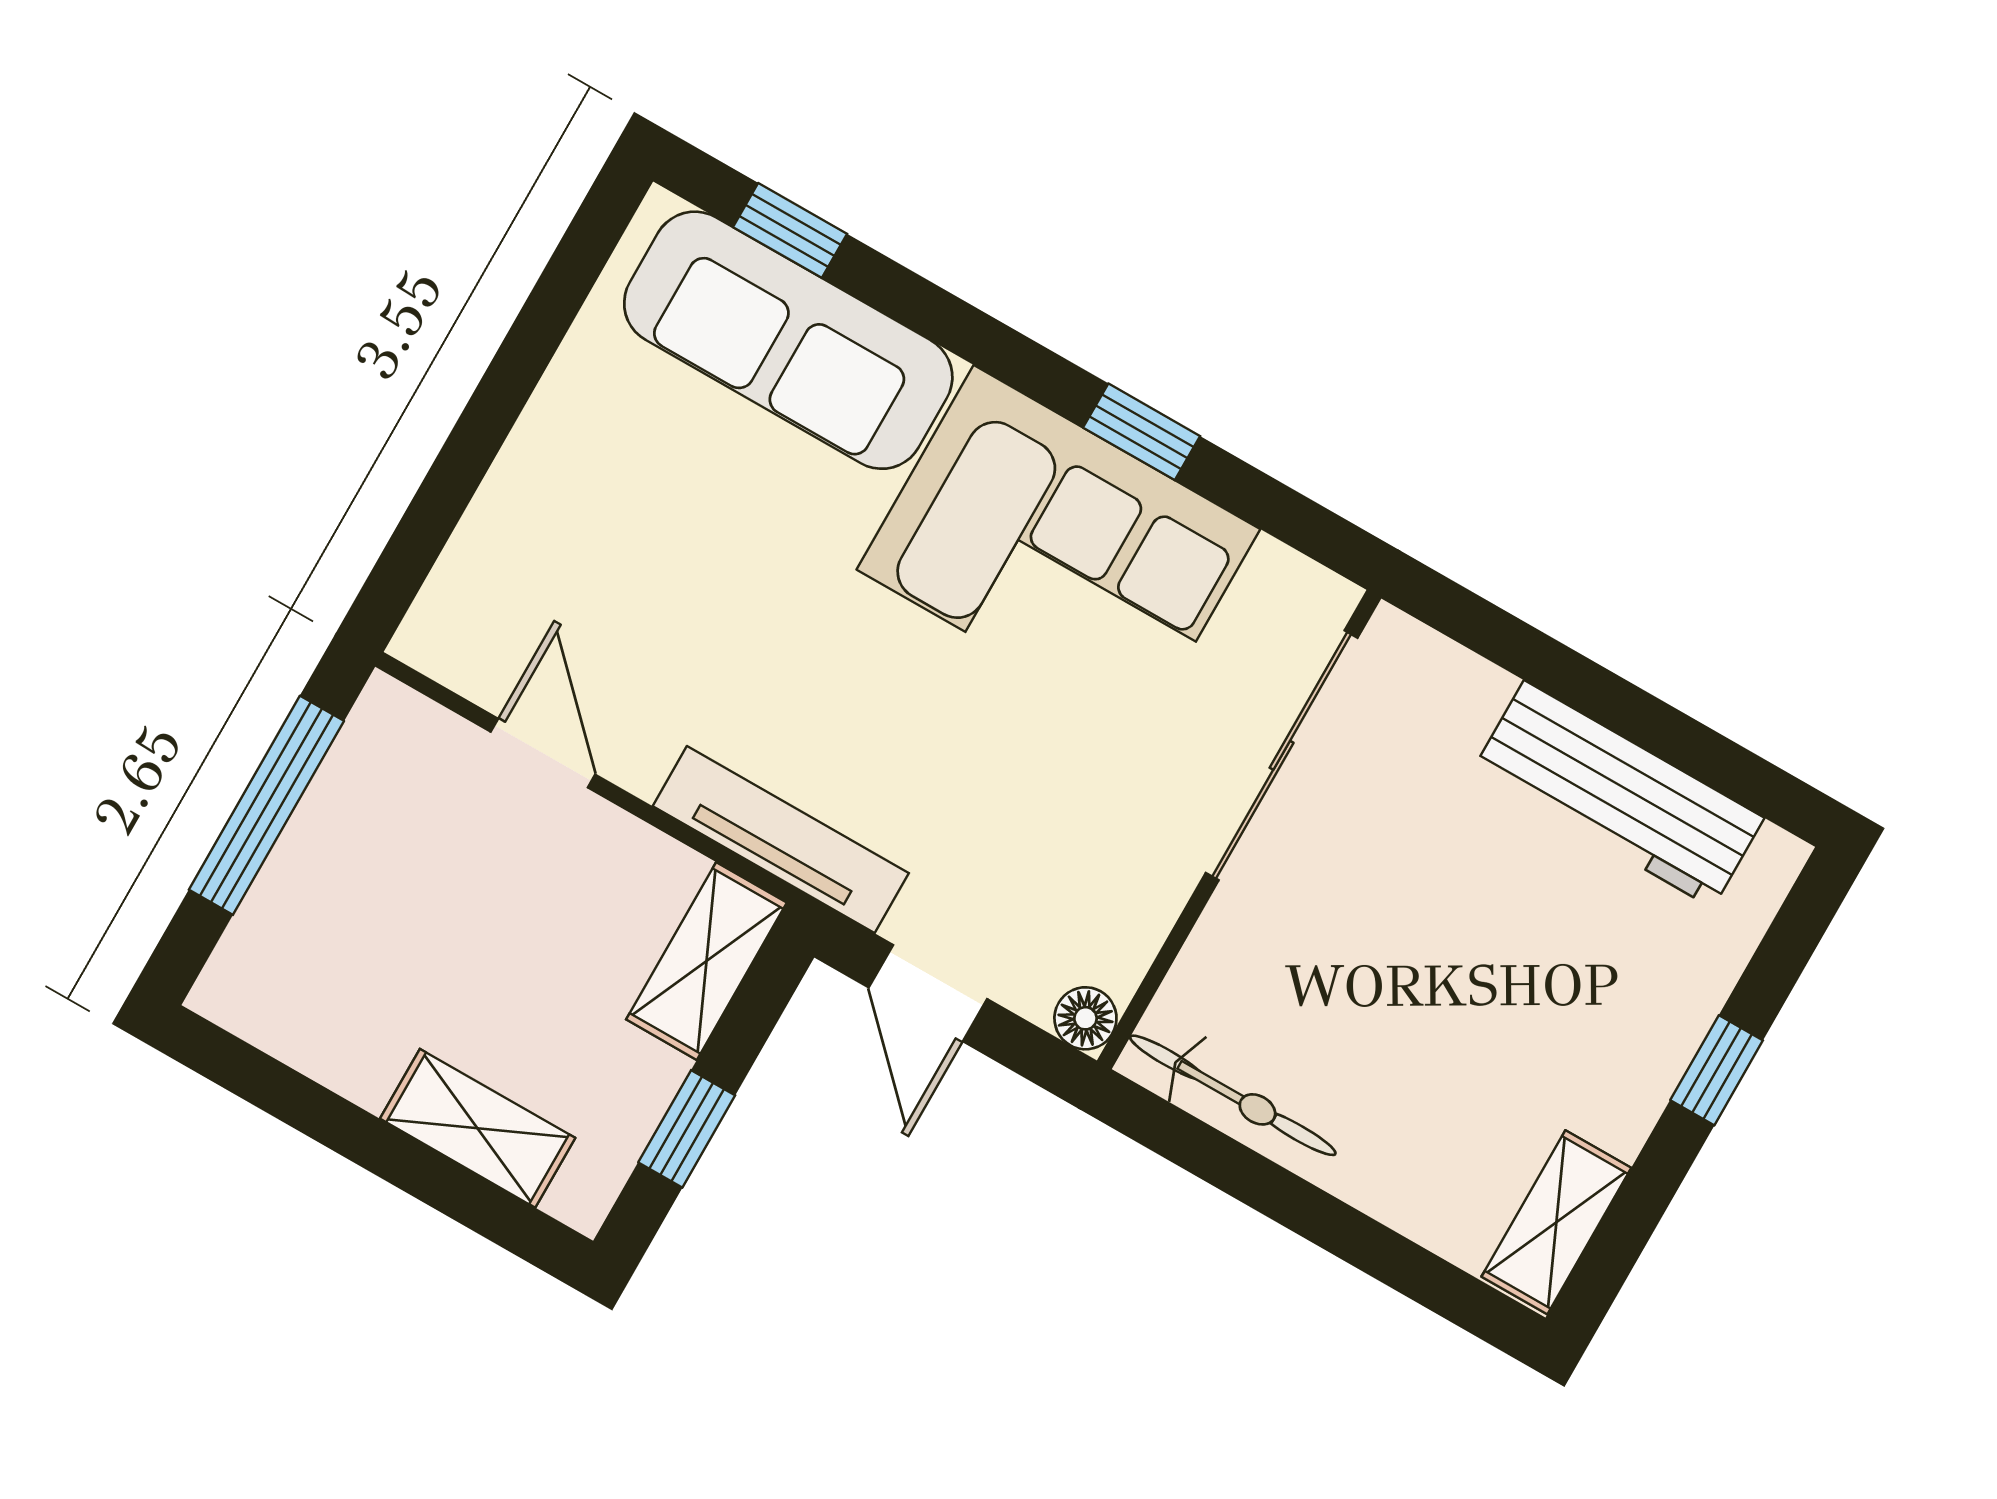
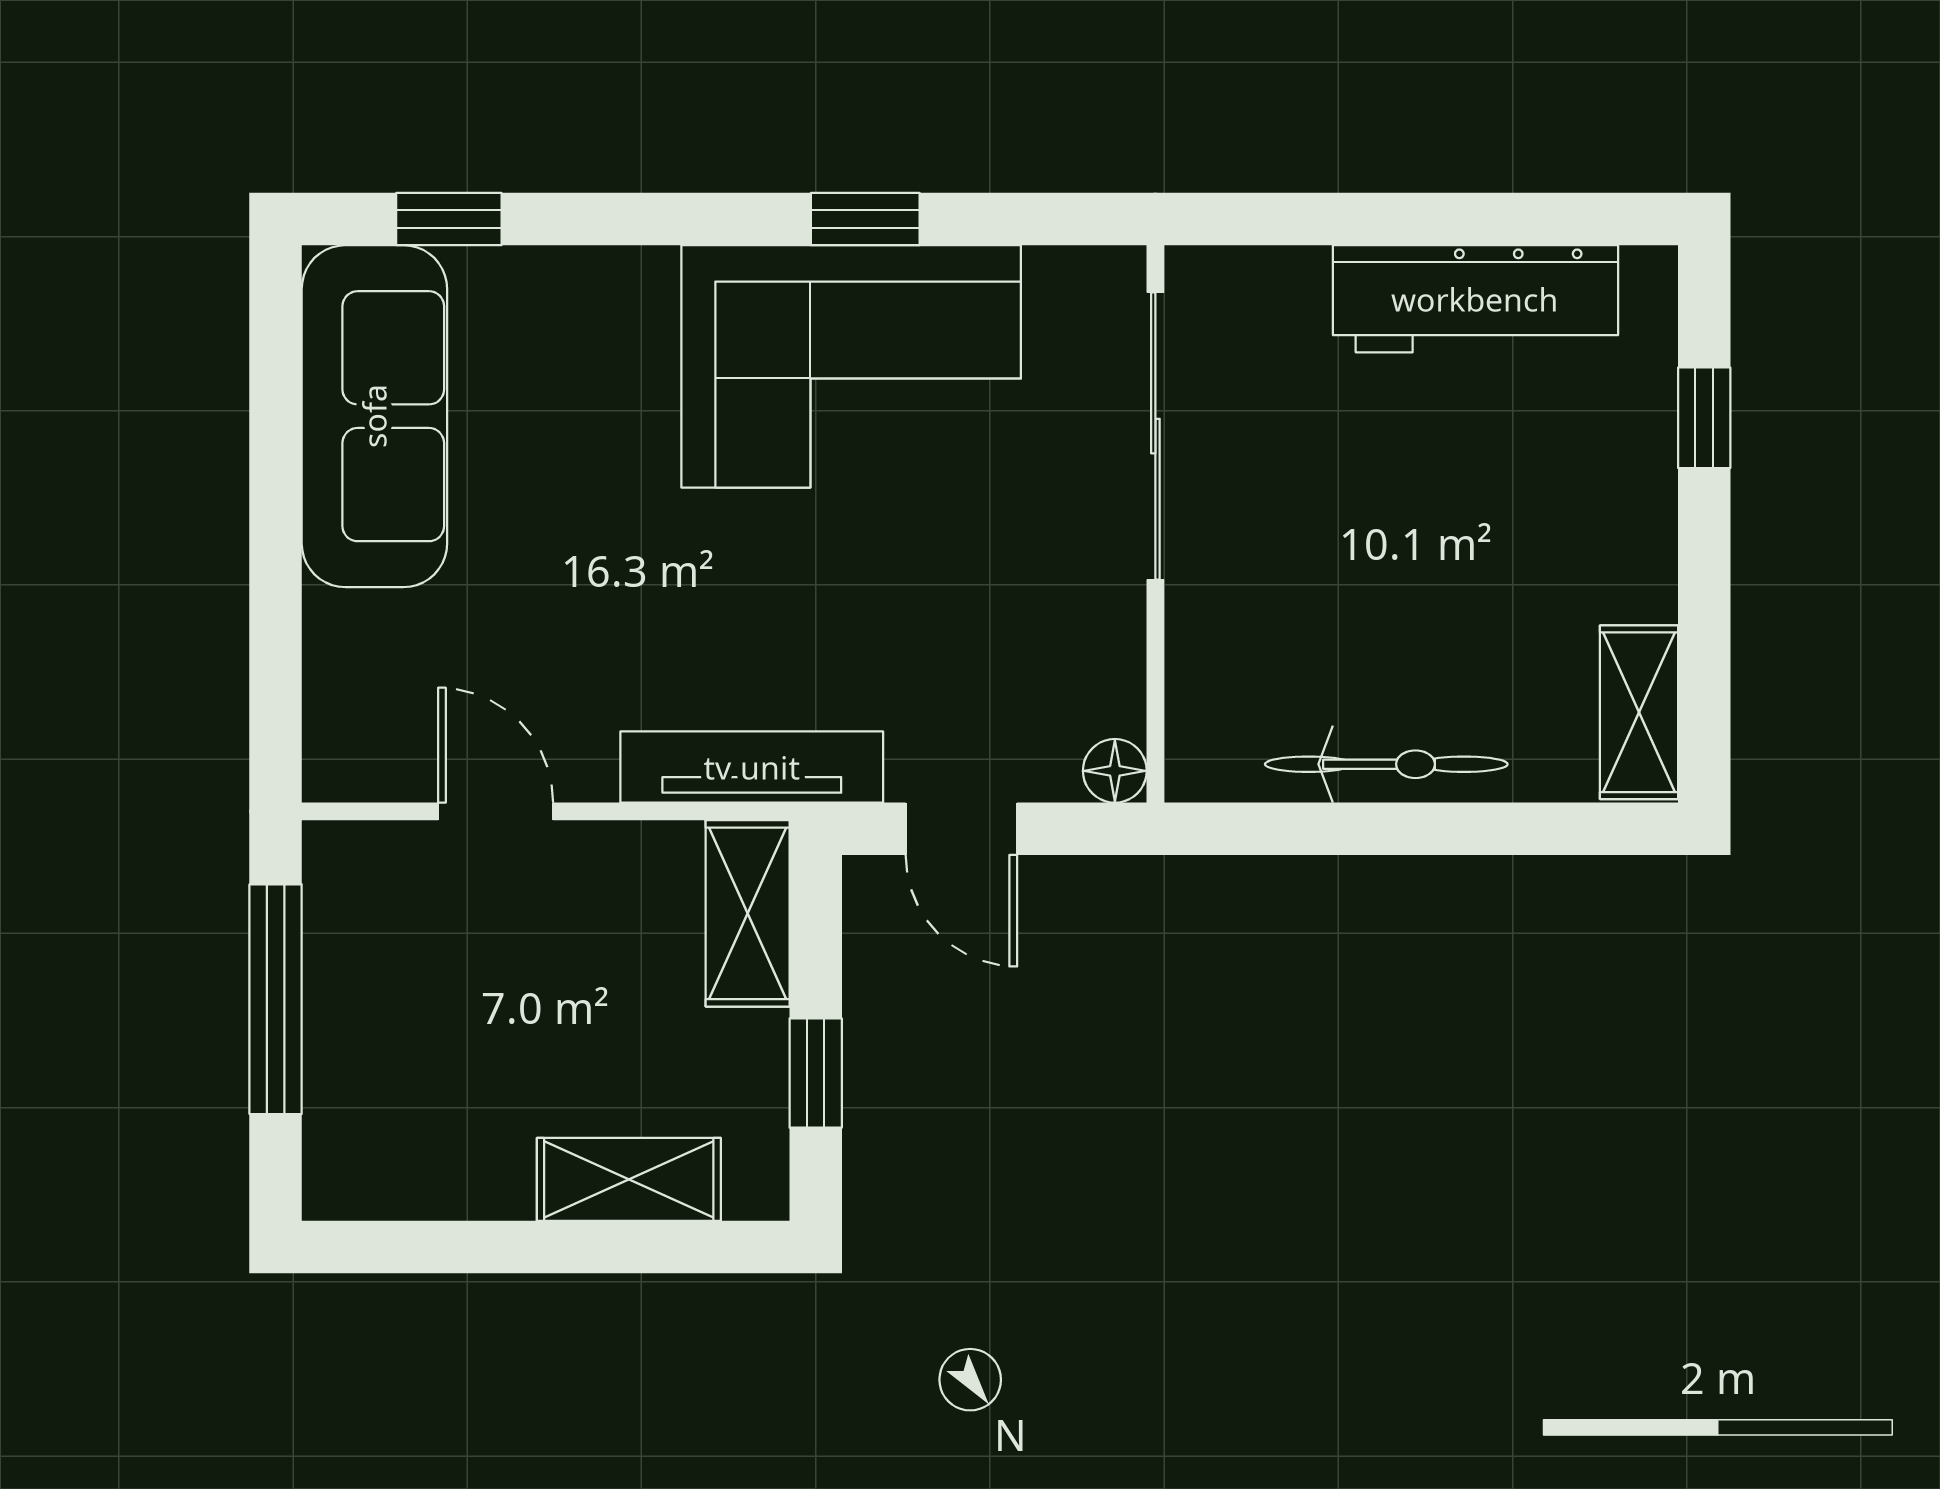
sofa: (788, 340) -> (374, 416), moved, turned -90
window: (1717, 1070) -> (1704, 418), moved
bicycle: (1233, 1095) -> (1386, 764), moved

